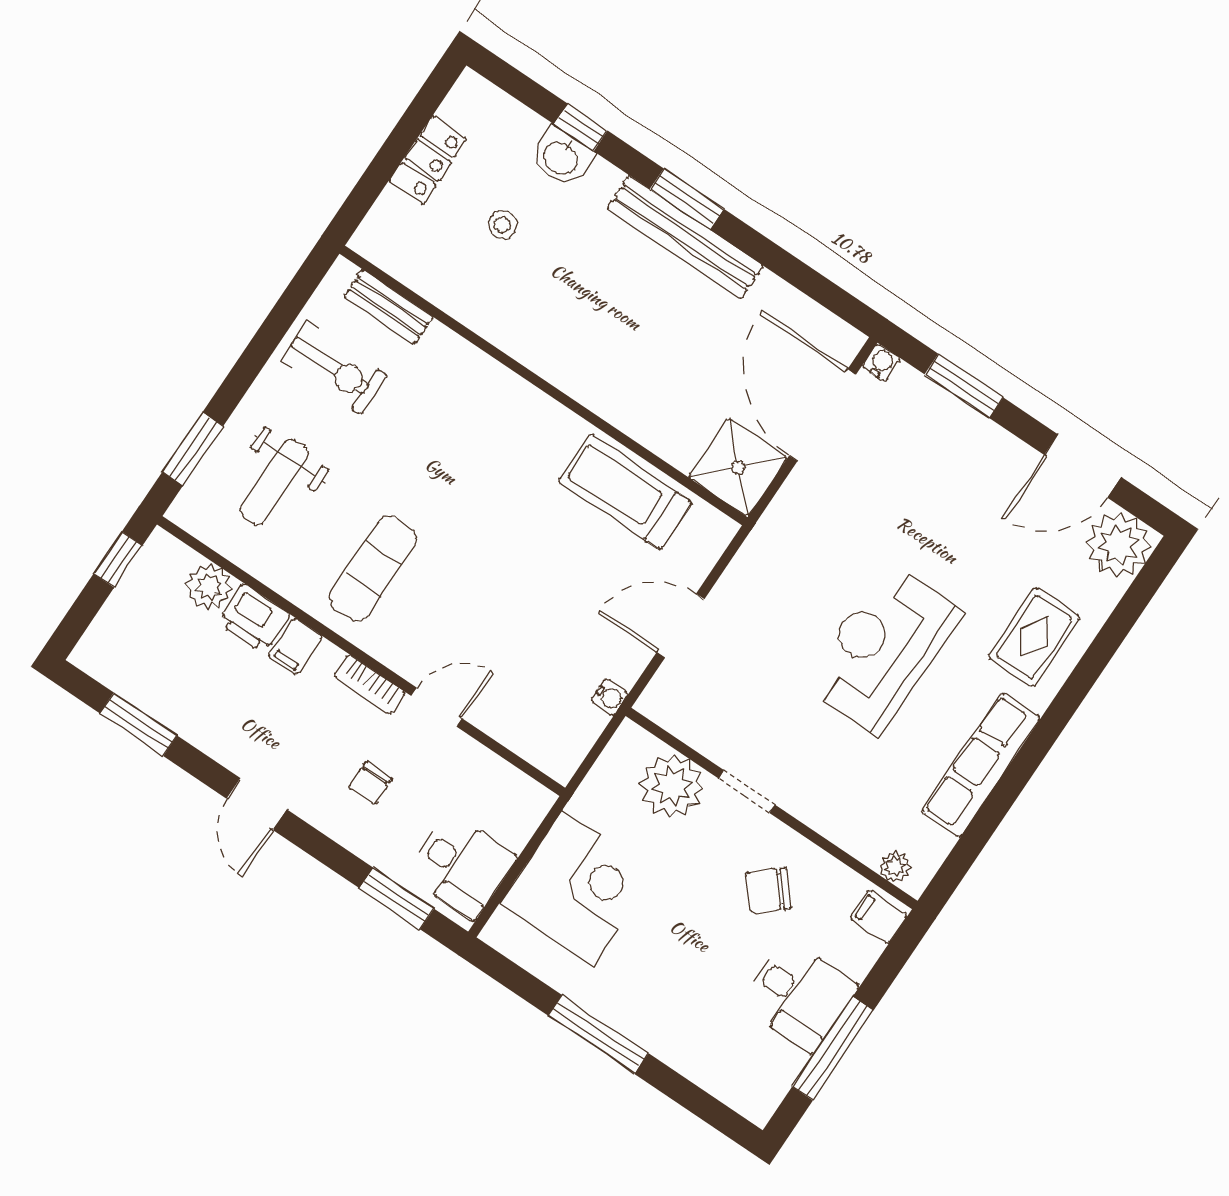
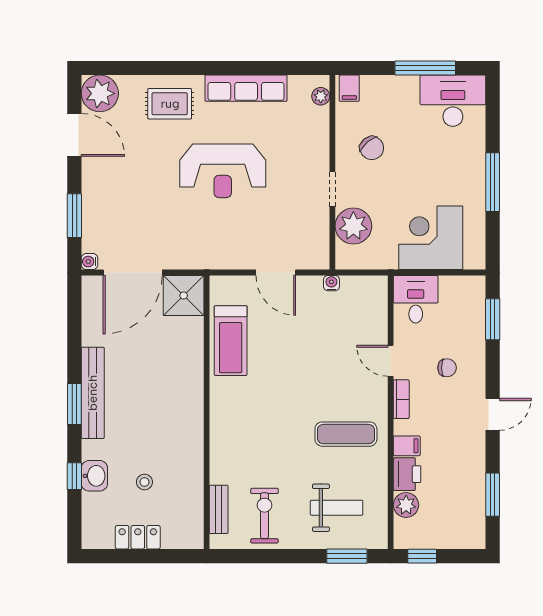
desk: (461, 866) -> (416, 299), moved
desk: (799, 995) -> (453, 101), moved, width x1.37

